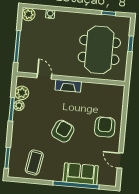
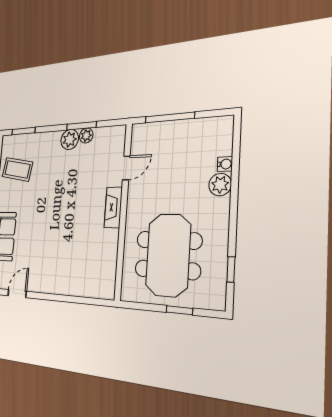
plant: (28, 14) -> (220, 185), moved
meeting table: (99, 50) -> (168, 255), turned 90
plant: (22, 93) -> (70, 139), moved
armchair: (105, 127) -> (58, 269), removed
armchair: (63, 131) -> (54, 205), removed

